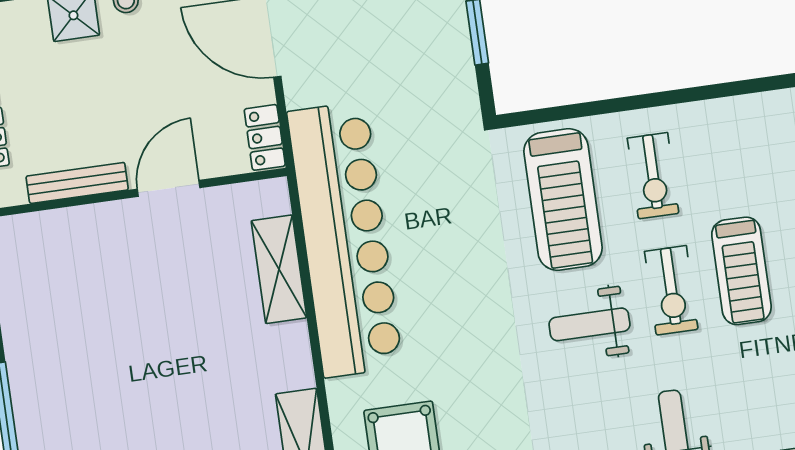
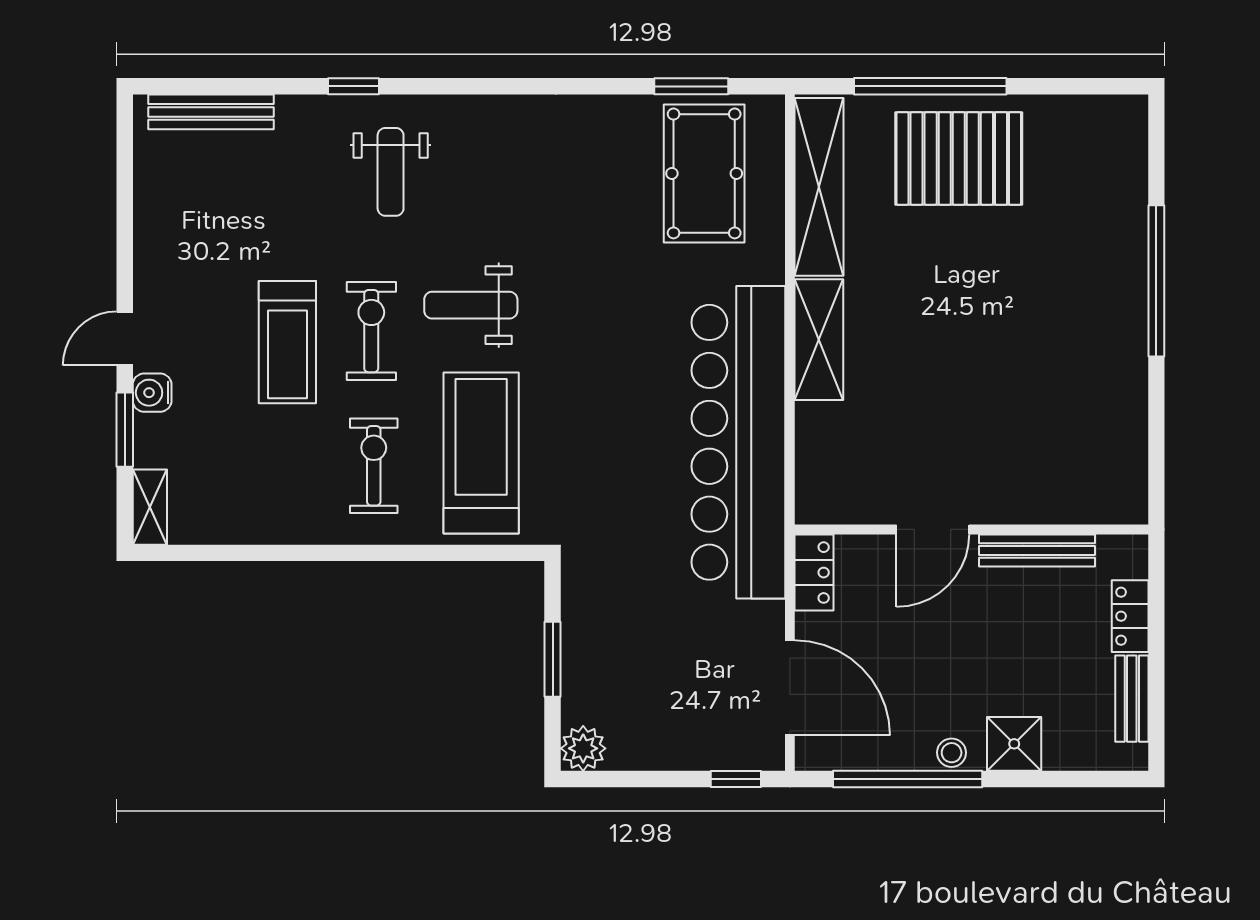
shelving: (279, 269) -> (819, 340), moved
treadmill: (741, 271) -> (287, 342), turned 180
weight bench: (589, 324) -> (471, 305), turned 180

